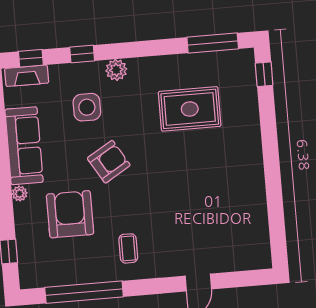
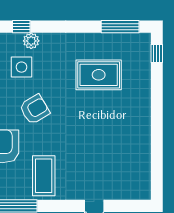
plant: (116, 70) -> (31, 41), moved
coffee table: (128, 248) -> (44, 176), width x1.86, depth x1.72

